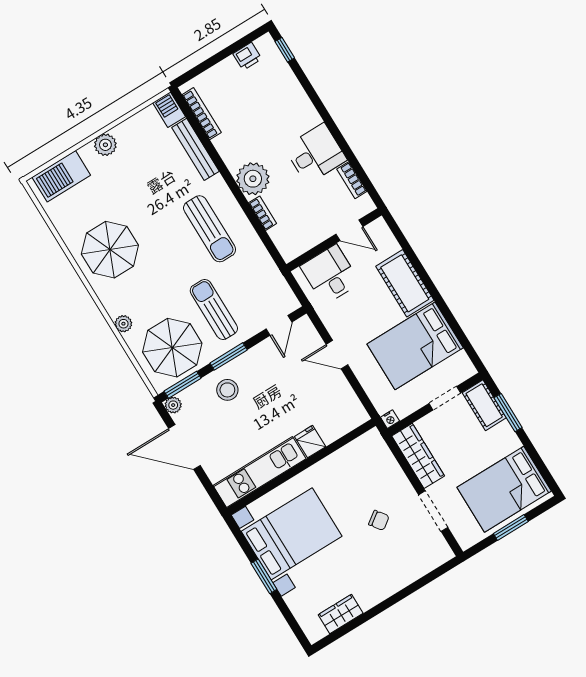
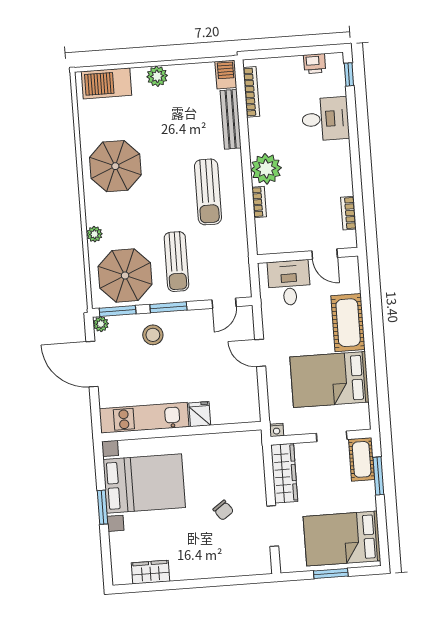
desk: (315, 154) -> (325, 119), moved
sun lounger: (214, 310) -> (176, 262), turned 180

